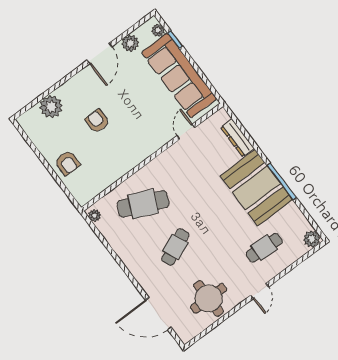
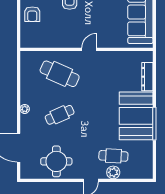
door: (186, 132) -> (89, 49), moved
plant: (95, 216) -> (25, 109), moved
plant: (312, 239) -> (113, 172), moved

